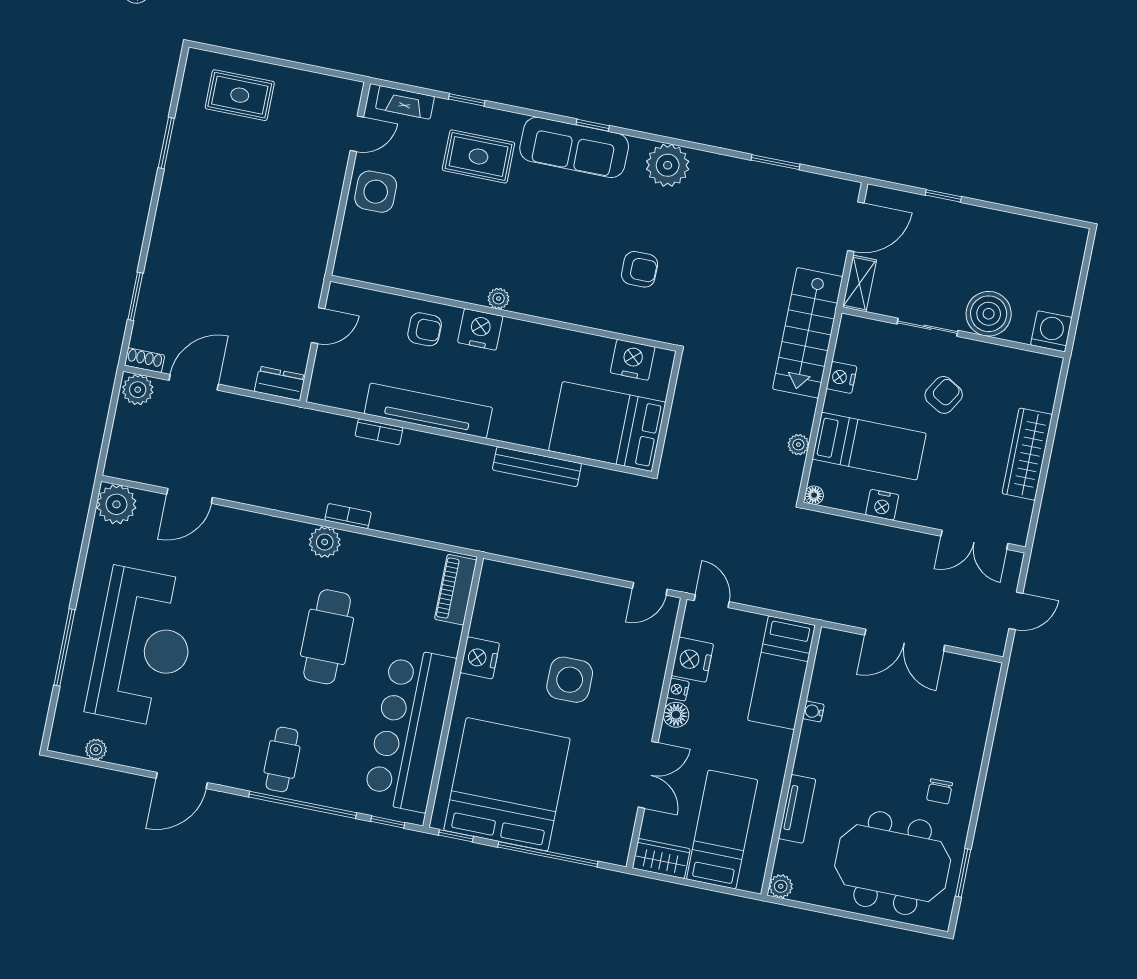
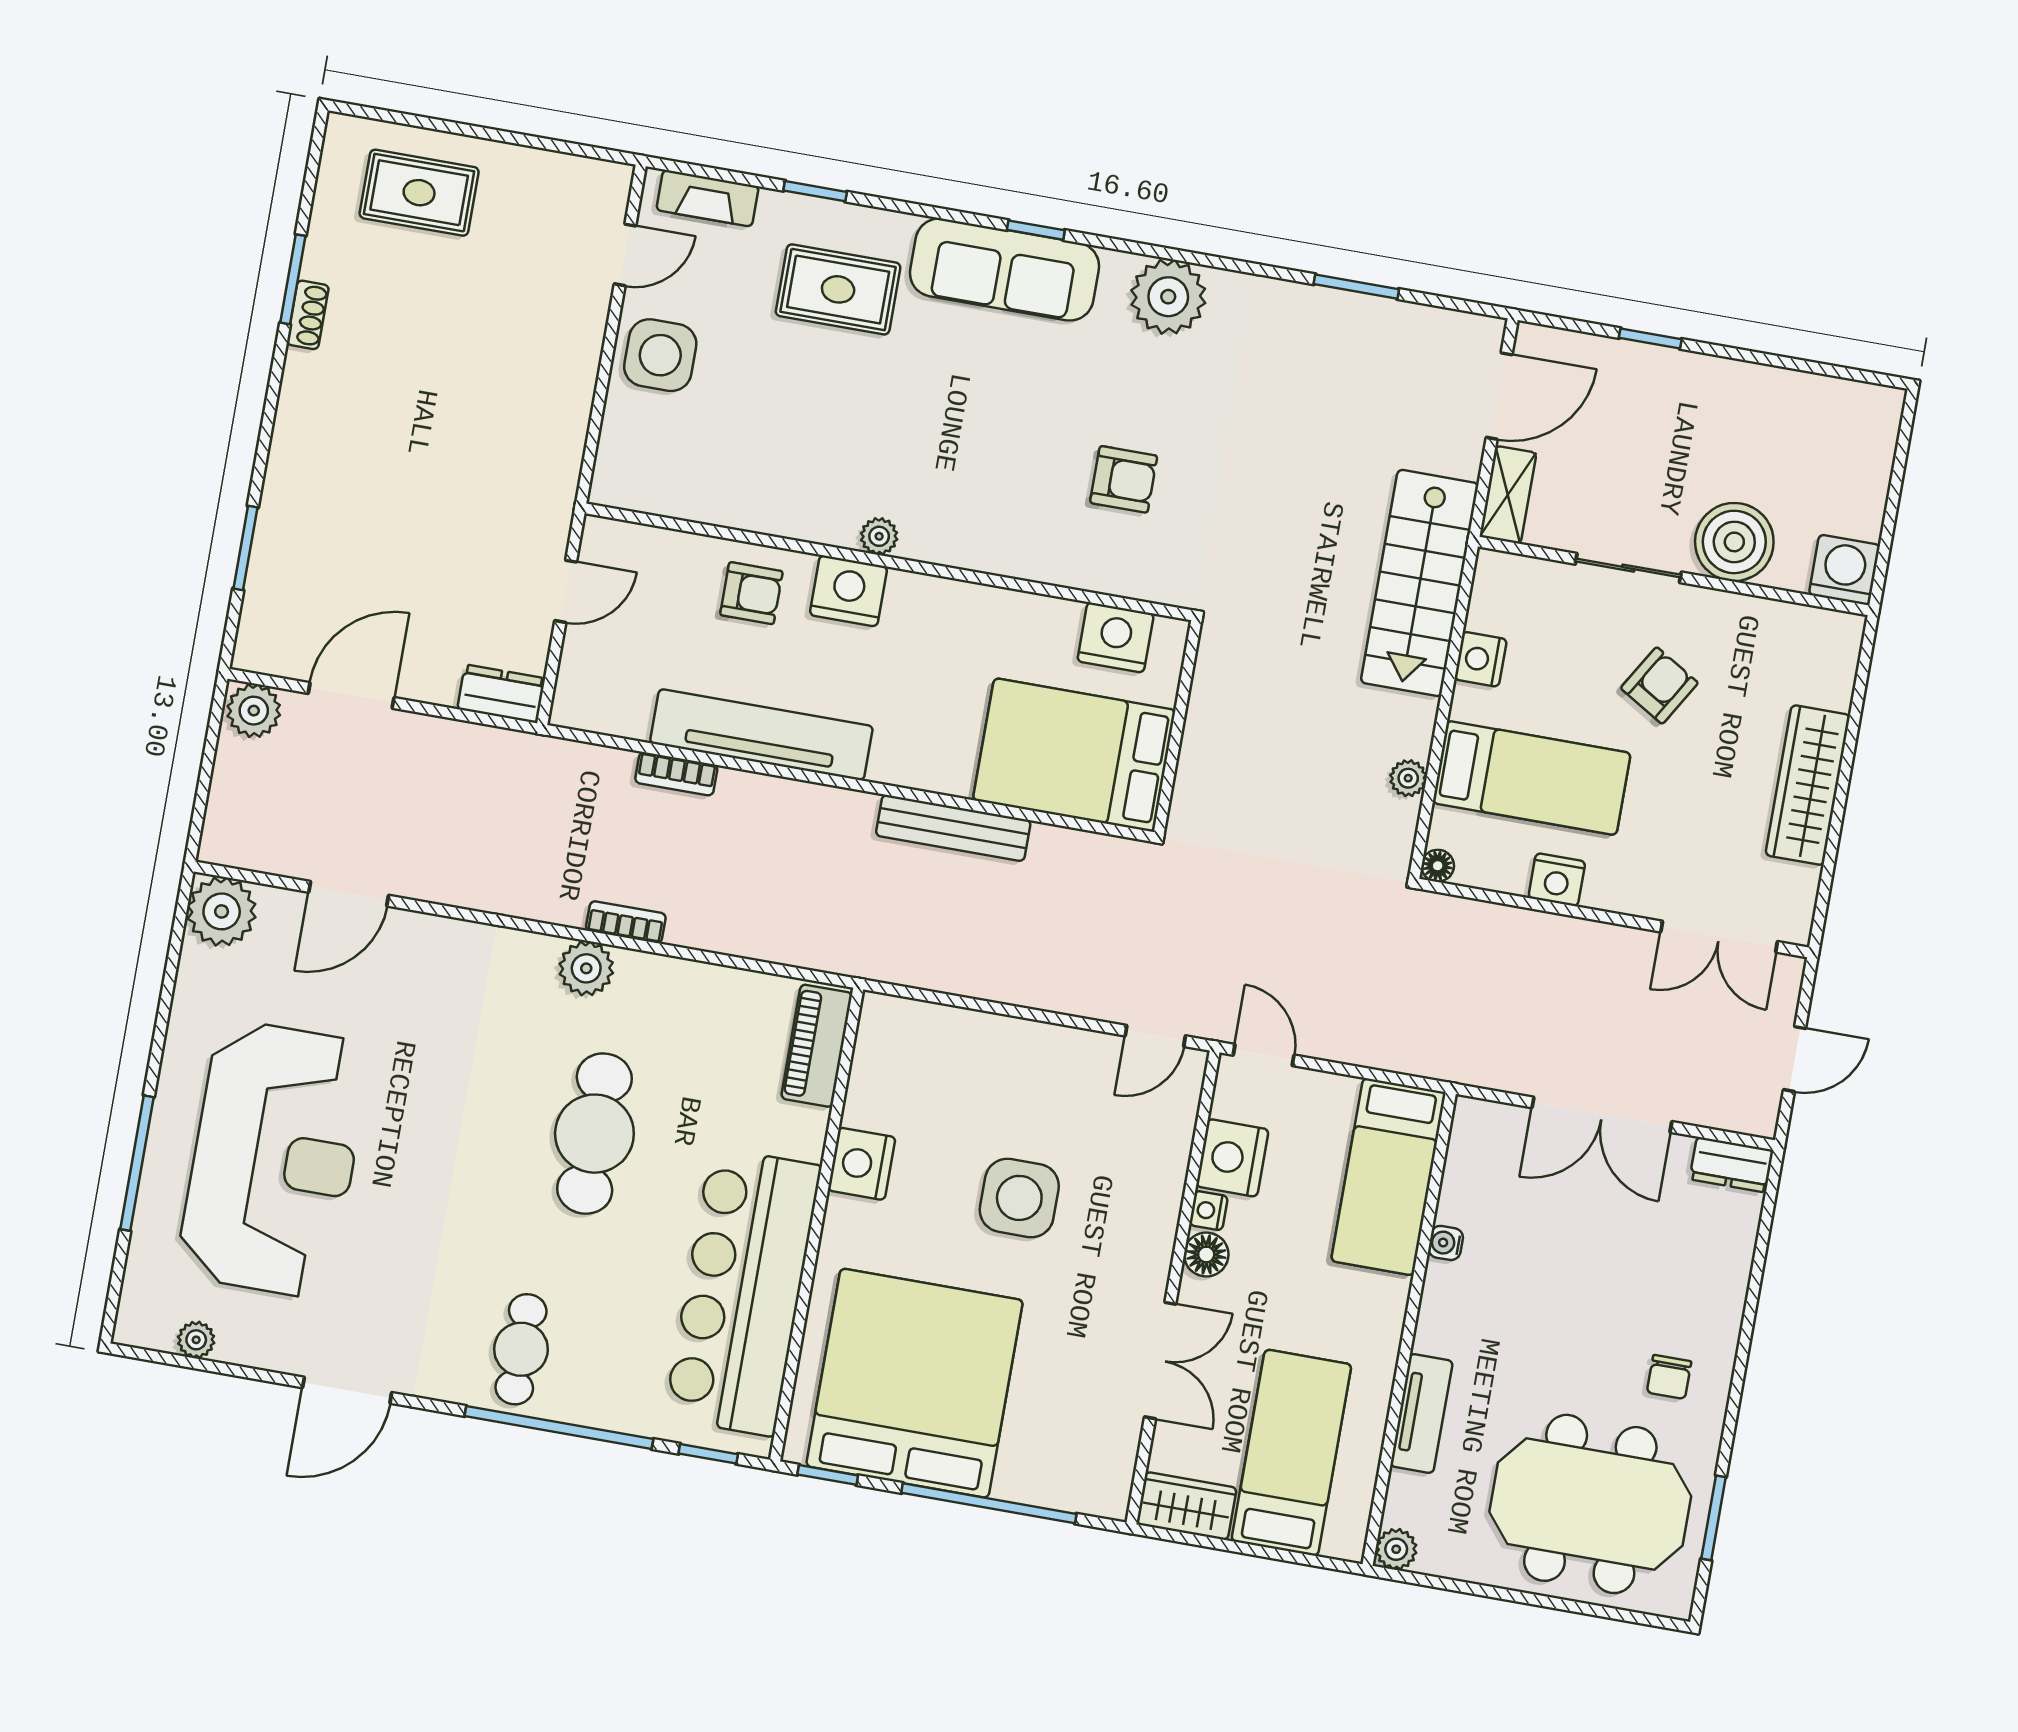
shoe rack: (144, 360) -> (308, 315), moved, turned 90
dresser: (978, 671) -> (1731, 1165), added

